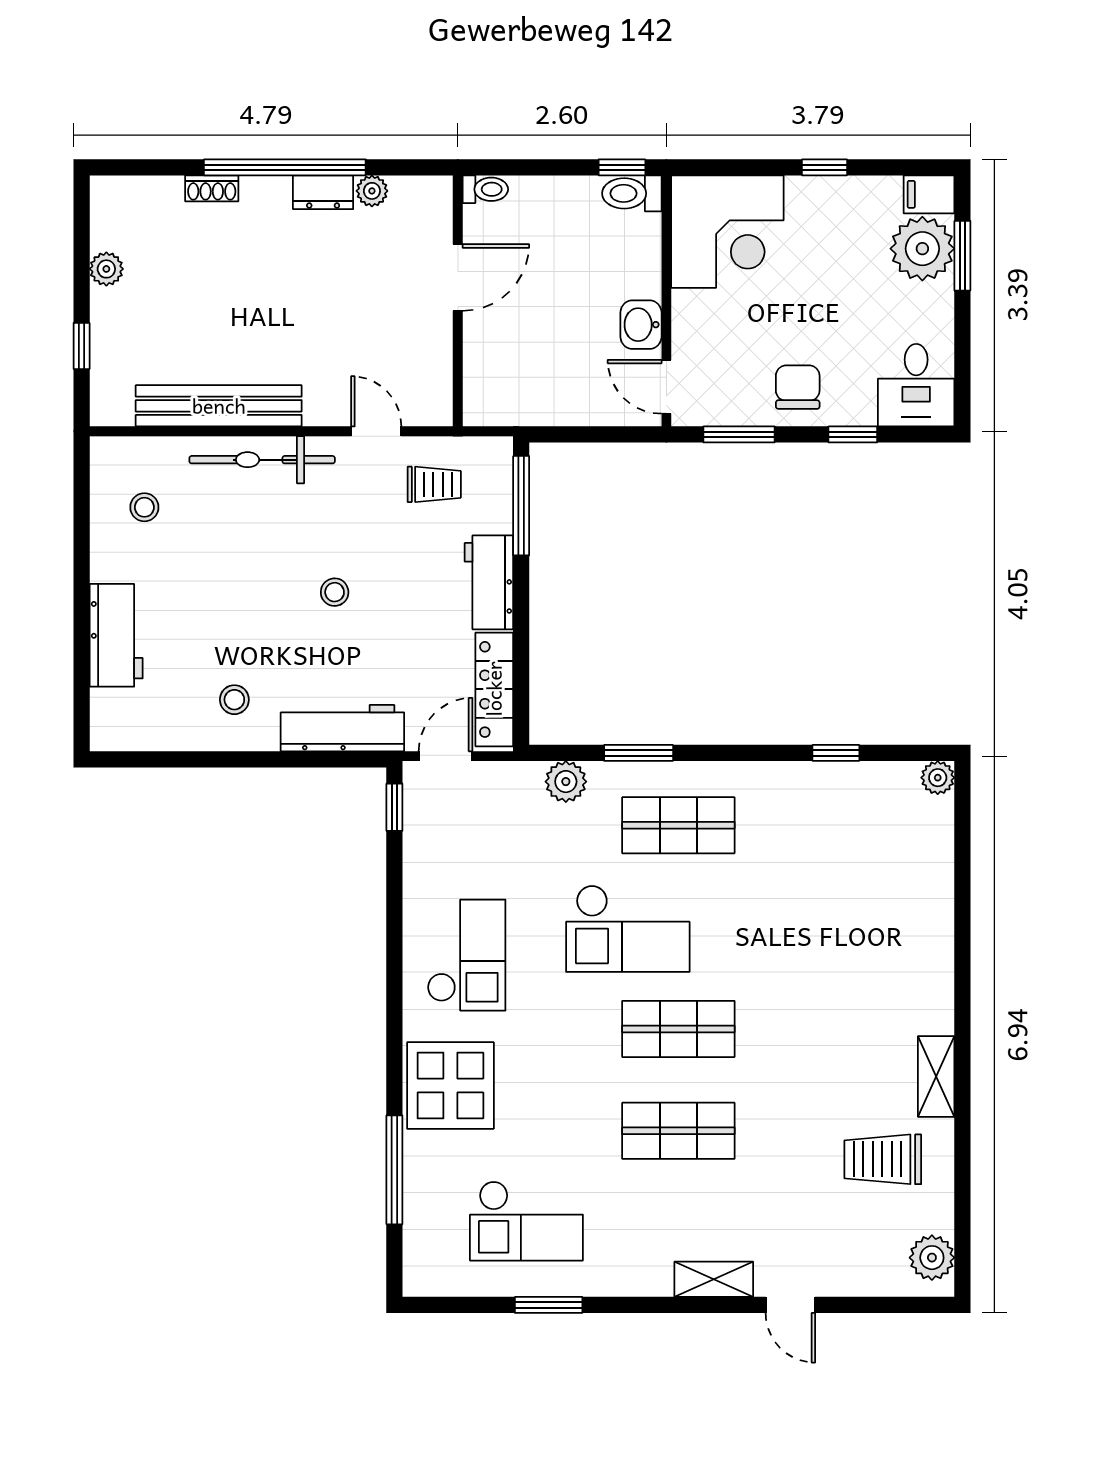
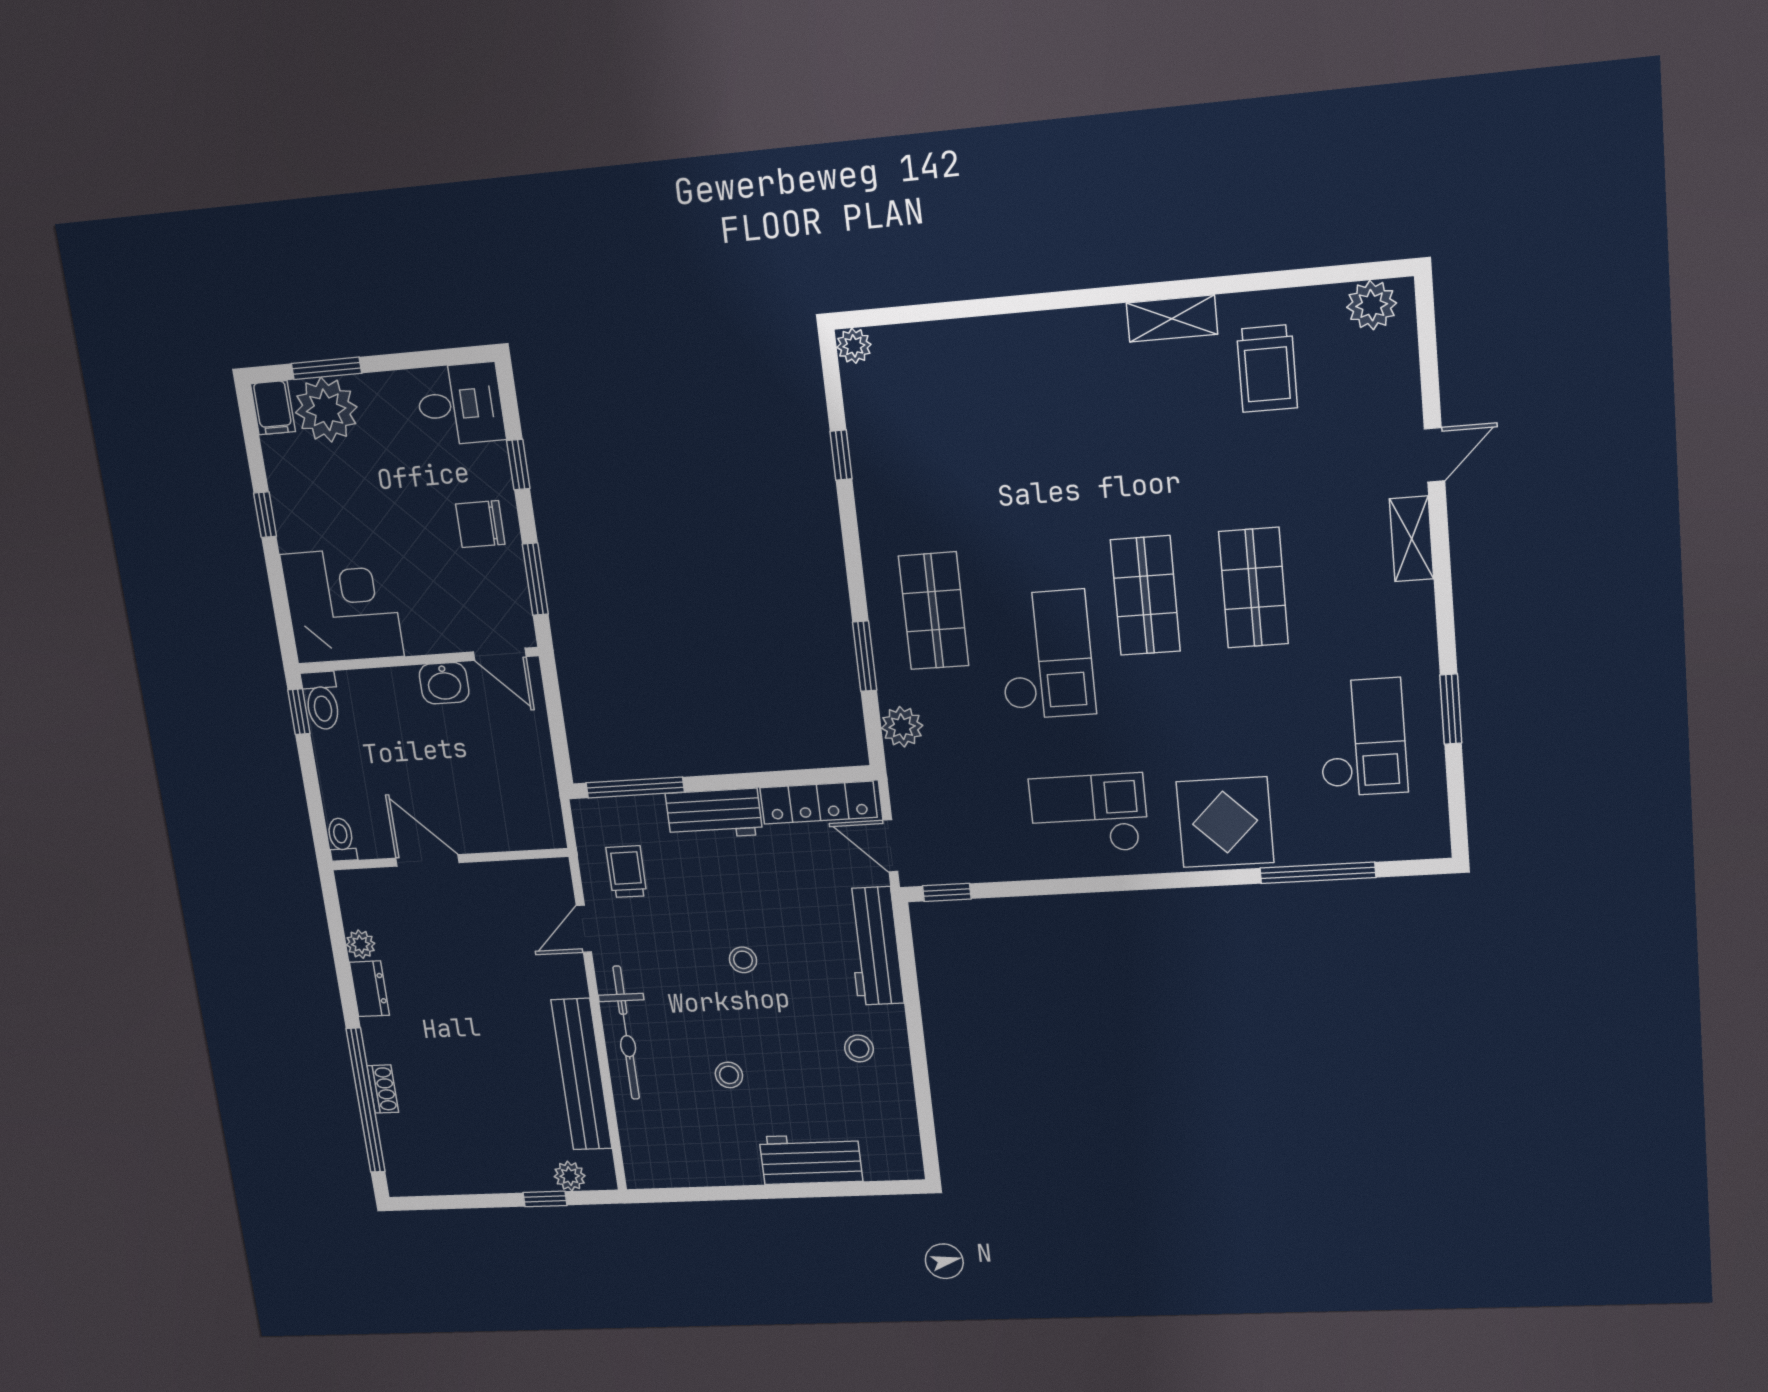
window: (285, 167) -> (366, 1101), moved
plant: (106, 269) -> (570, 1176), moved
door: (666, 387) -> (500, 654), hinge flipped
stool: (144, 507) -> (729, 1075), moved

